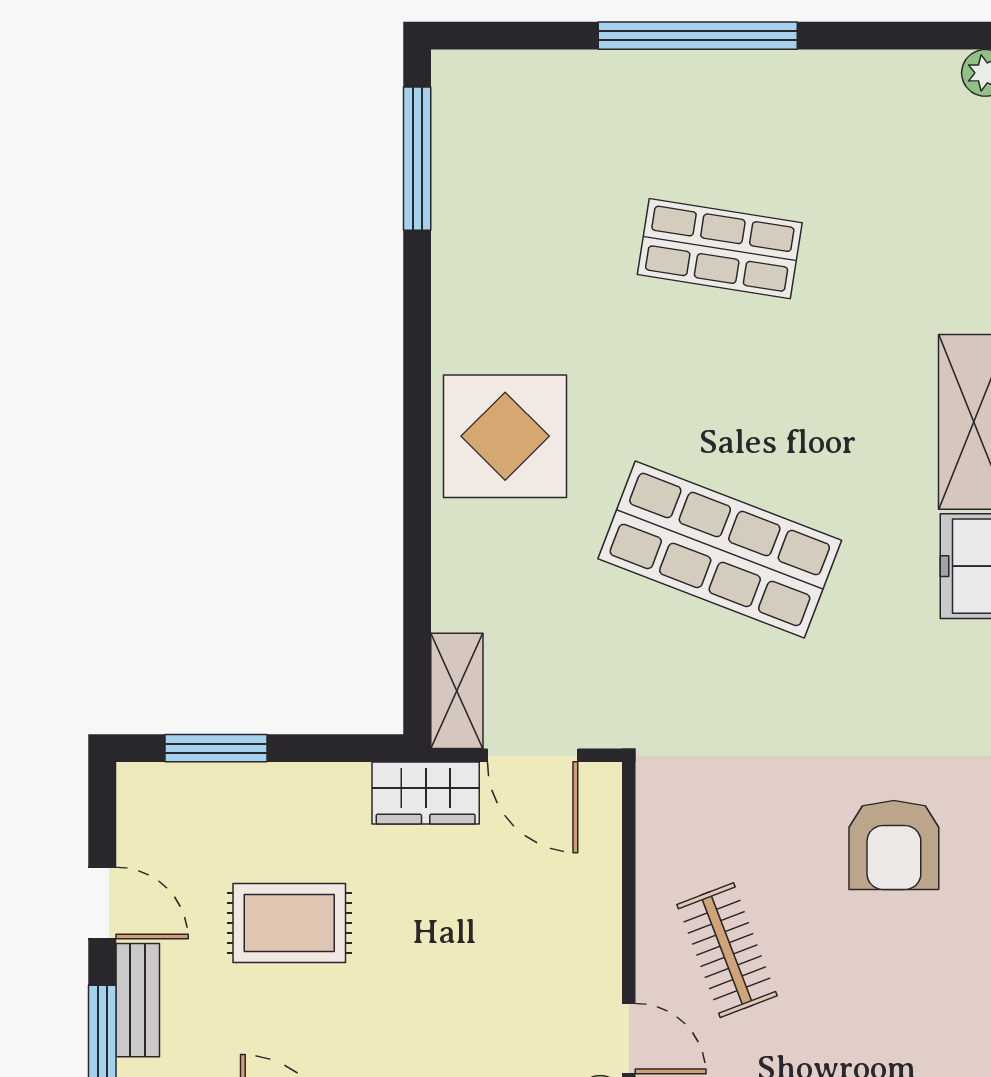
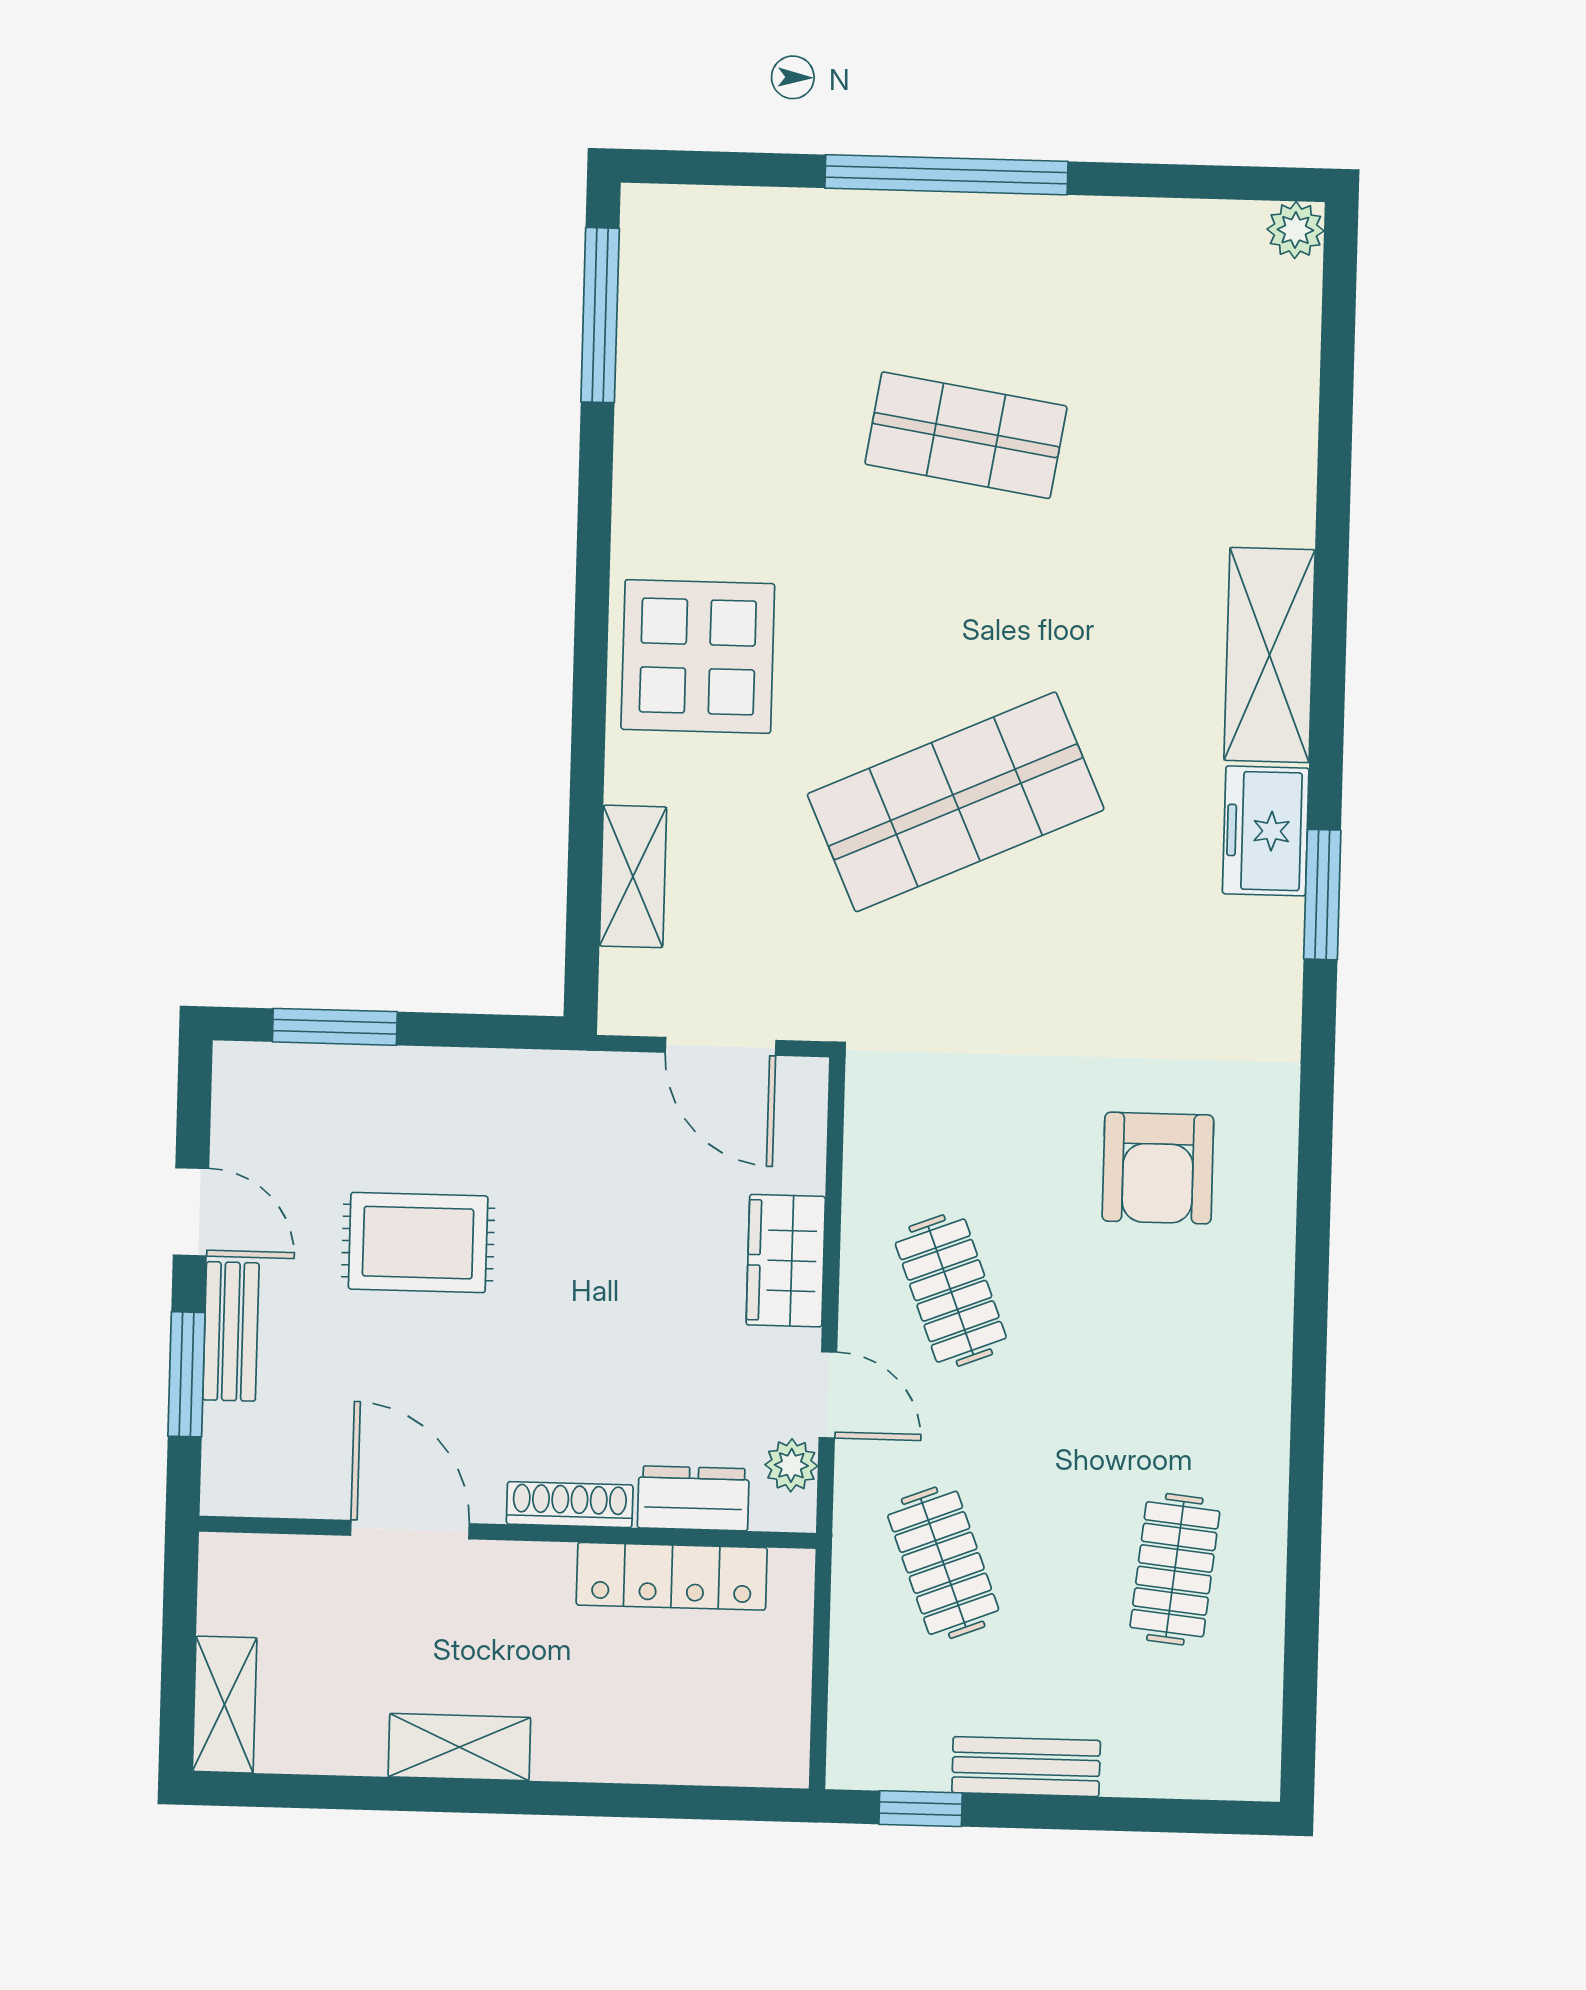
shop shelf: (720, 549) -> (956, 802), turned -45
shelving: (457, 691) -> (633, 876), moved
wardrobe: (426, 793) -> (786, 1261), moved, turned 90

